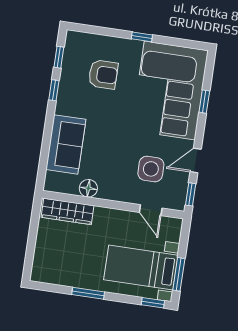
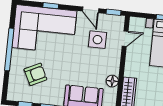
window: (142, 37) -> (9, 49), width x3.17
armchair: (103, 74) -> (35, 74), turned 64

